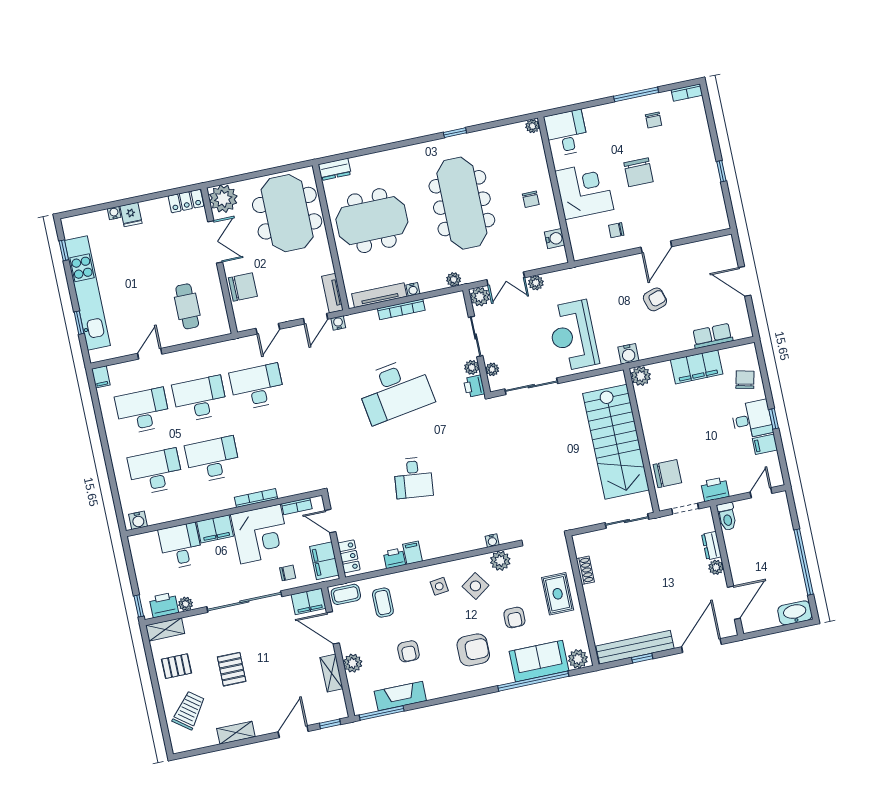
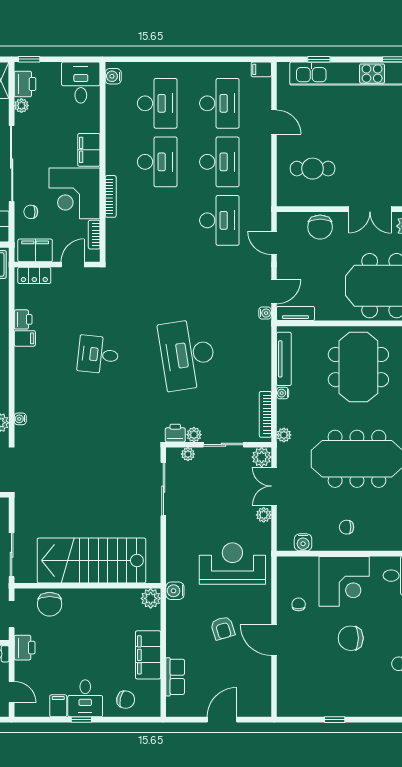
bookcase: (401, 309) -> (265, 414), moved
door: (316, 319) -> (274, 292), swing flipped
reception desk: (573, 336) -> (232, 564), moved
desk: (181, 546) -> (81, 83), moved, turned -90
chair: (288, 573) -> (31, 212), turned 90

